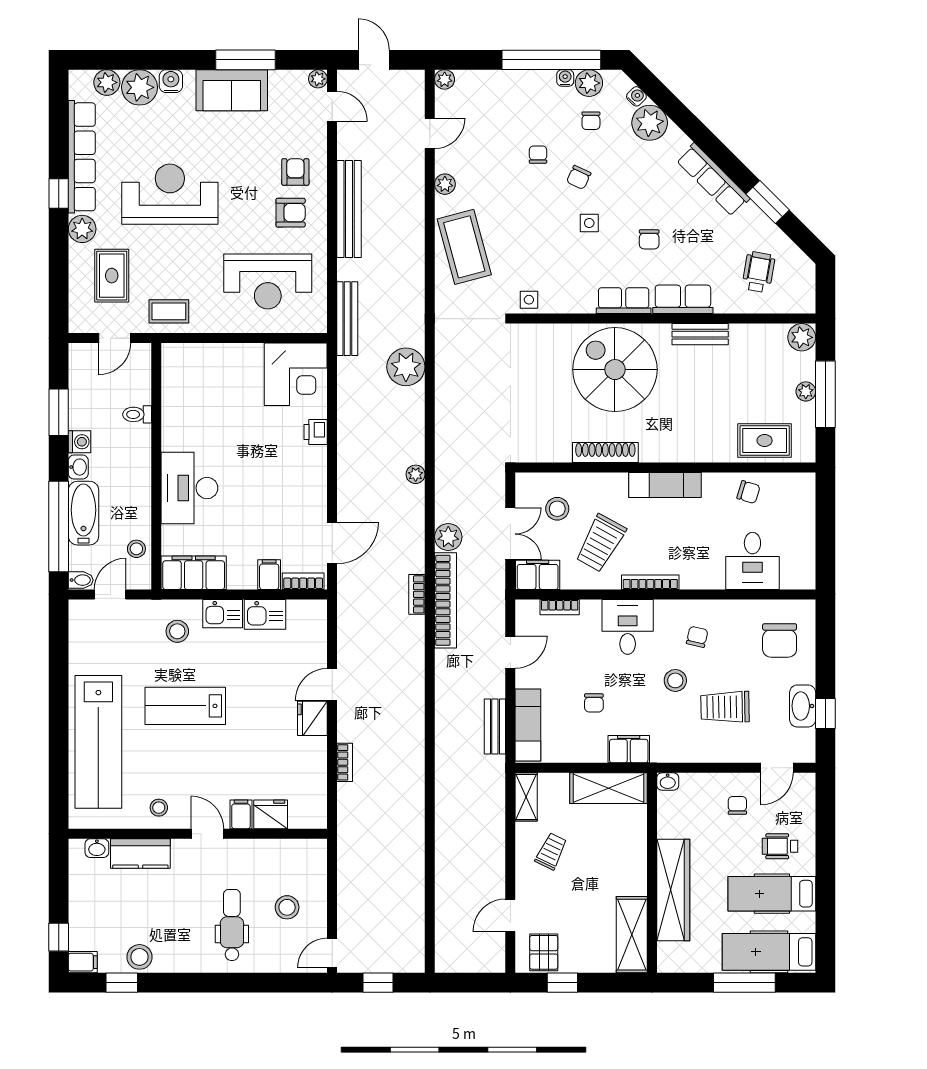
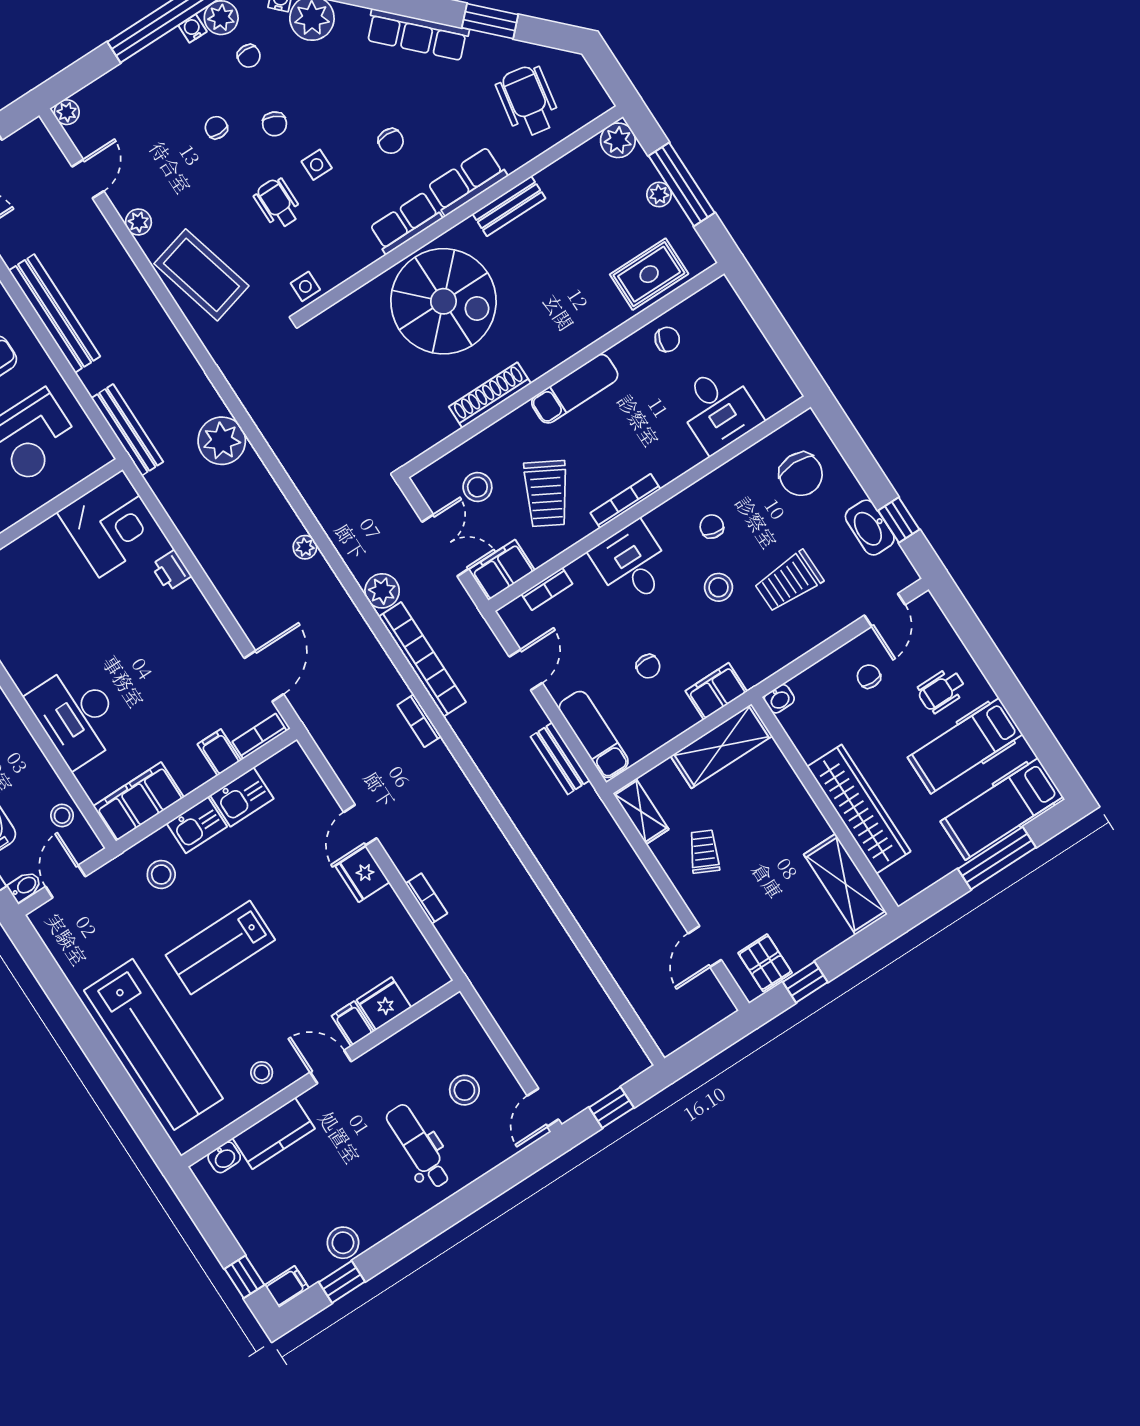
wheelchair: (546, 232) -> (278, 203), added
wheelchair: (758, 272) -> (528, 101), width x1.36, depth x1.37
spiral stairs: (615, 370) -> (443, 301), turned 180
bookcase: (417, 594) -> (419, 721), moved

